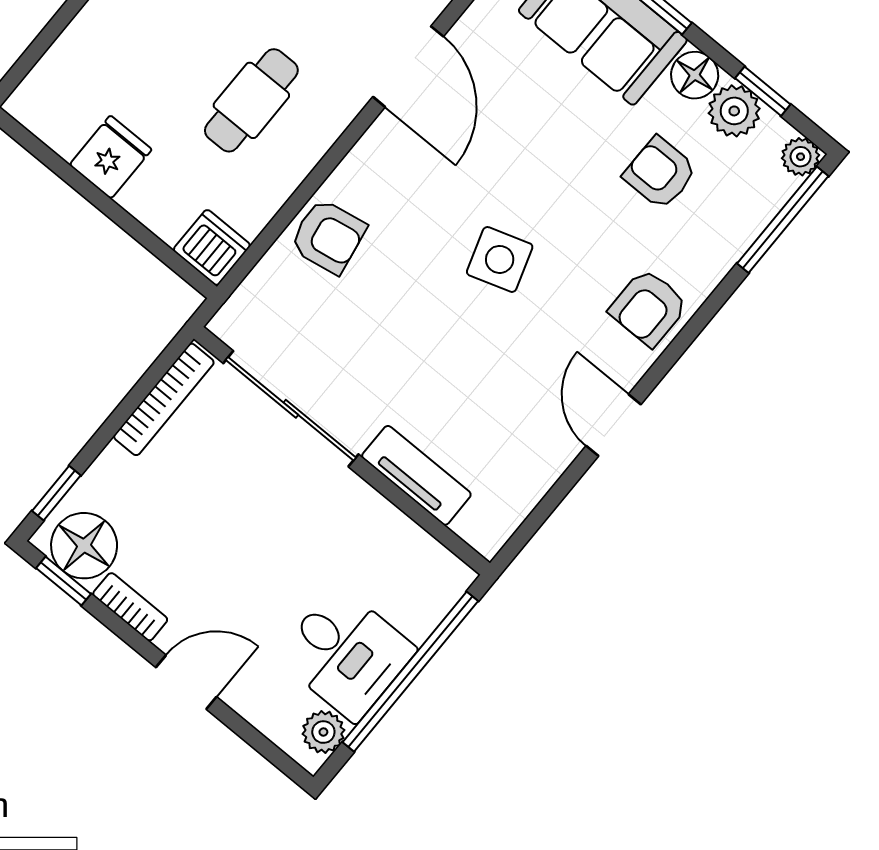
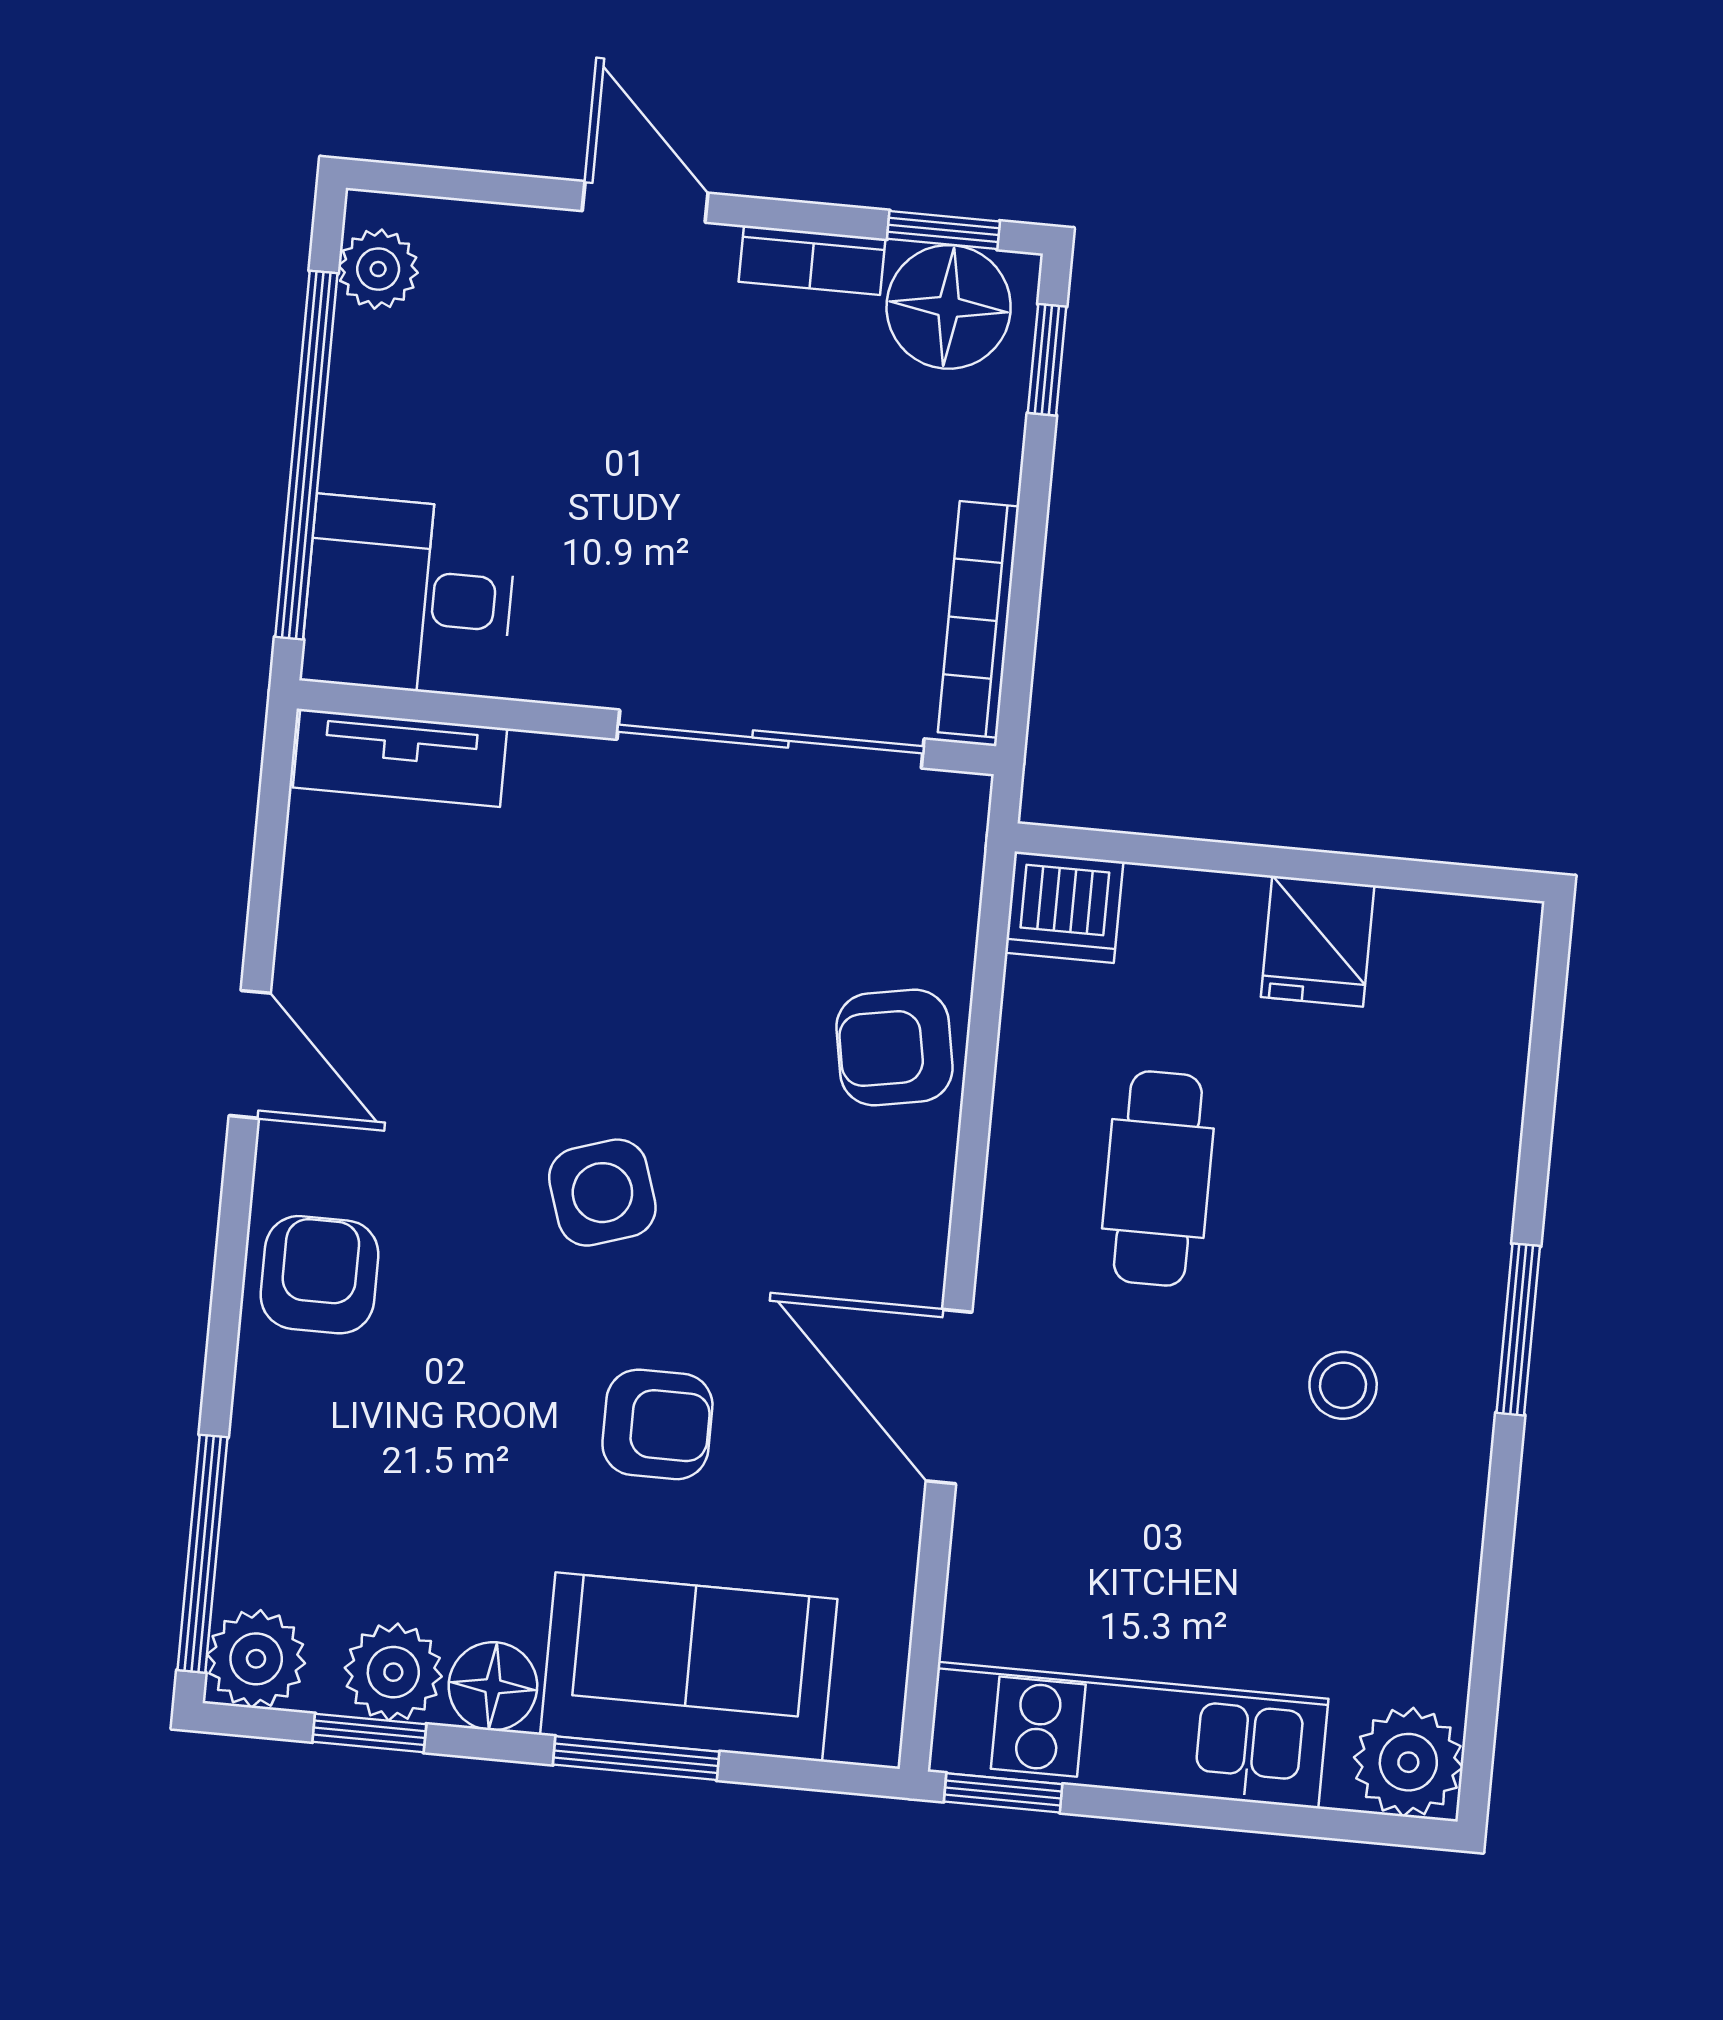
plant: (801, 157) -> (256, 1659), width x1.38, depth x1.38
armchair: (660, 173) -> (657, 1424), moved
tv unit: (416, 475) -> (400, 758), moved
desk: (346, 653) -> (409, 596), moved
door: (186, 682) -> (645, 202), swing flipped

